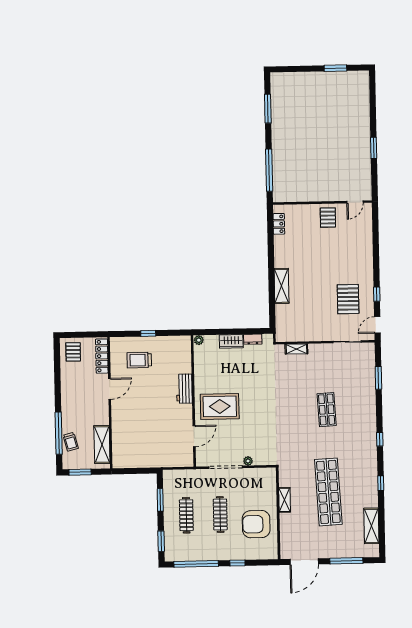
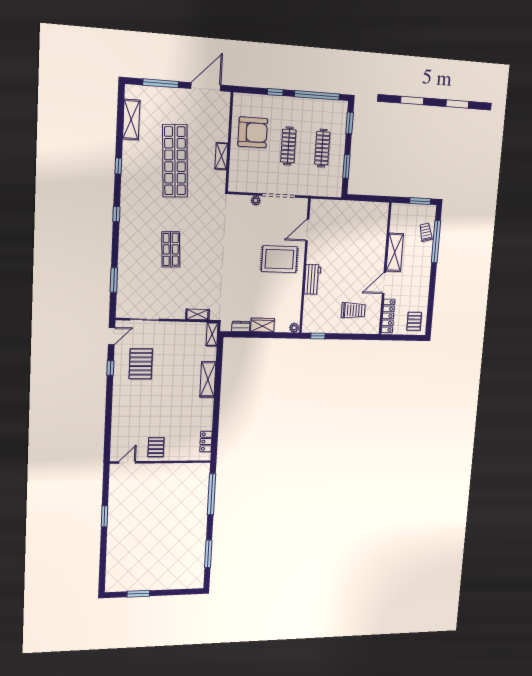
shelving: (281, 330) -> (212, 334), added
window: (148, 333) -> (318, 336), moved
shelving: (102, 445) -> (395, 252), moved

